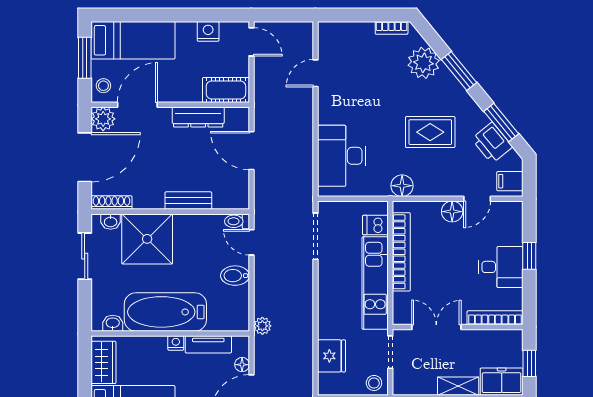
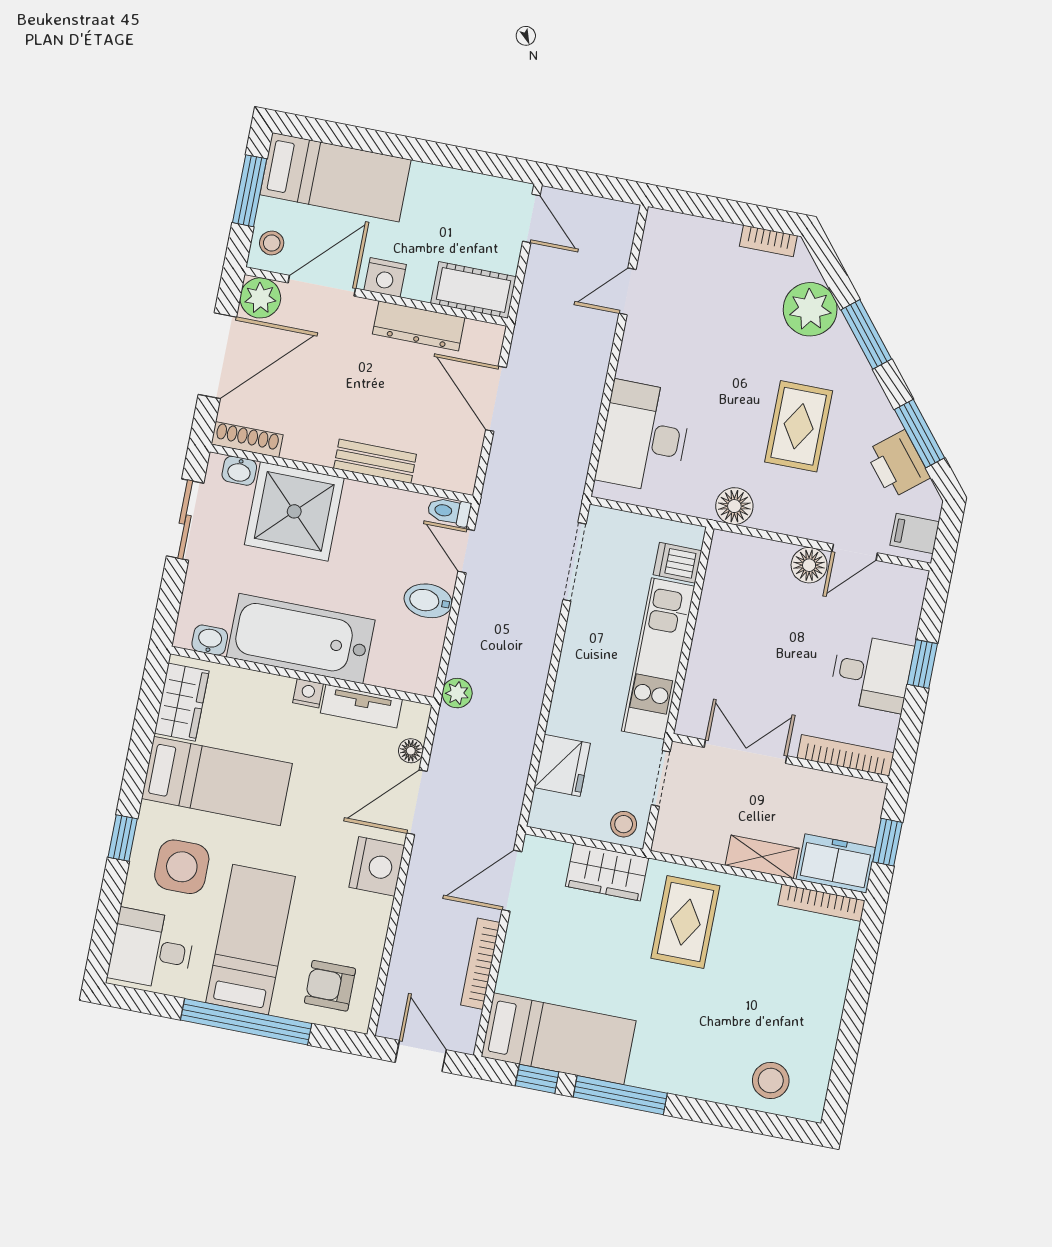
nightstand: (208, 31) -> (385, 277), moved, turned 180
rug: (430, 132) -> (799, 426), turned 90
bookcase: (401, 252) -> (712, 616), removed

